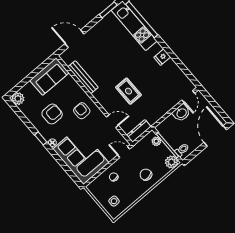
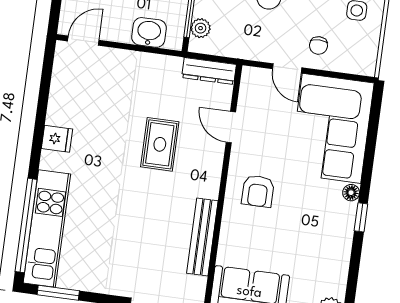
washbasin: (181, 113) -> (149, 32), moved
armchair: (52, 114) -> (306, 234), removed
door: (124, 152) -> (287, 68), moved

